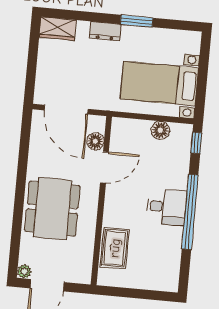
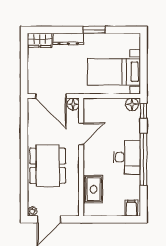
dresser: (105, 31) -> (68, 39), width x1.44
floor lamp: (160, 130) -> (132, 104), moved
floor lamp: (95, 141) -> (73, 104), moved
desk: (167, 207) -> (127, 157), width x1.37
filing cabinet: (166, 280) -> (131, 208), added

